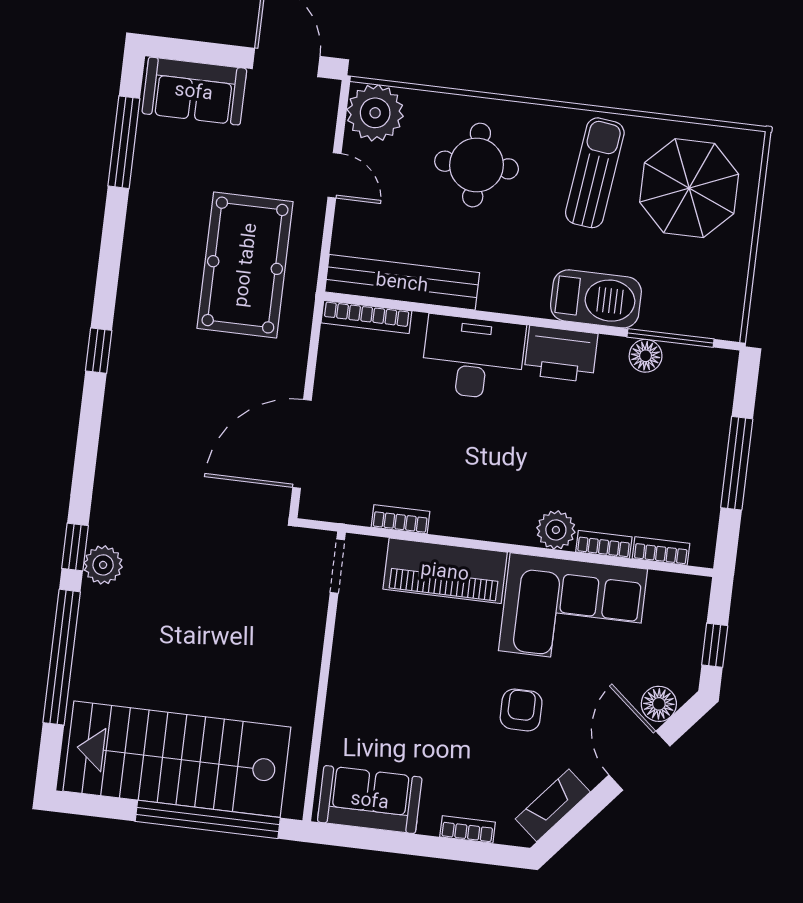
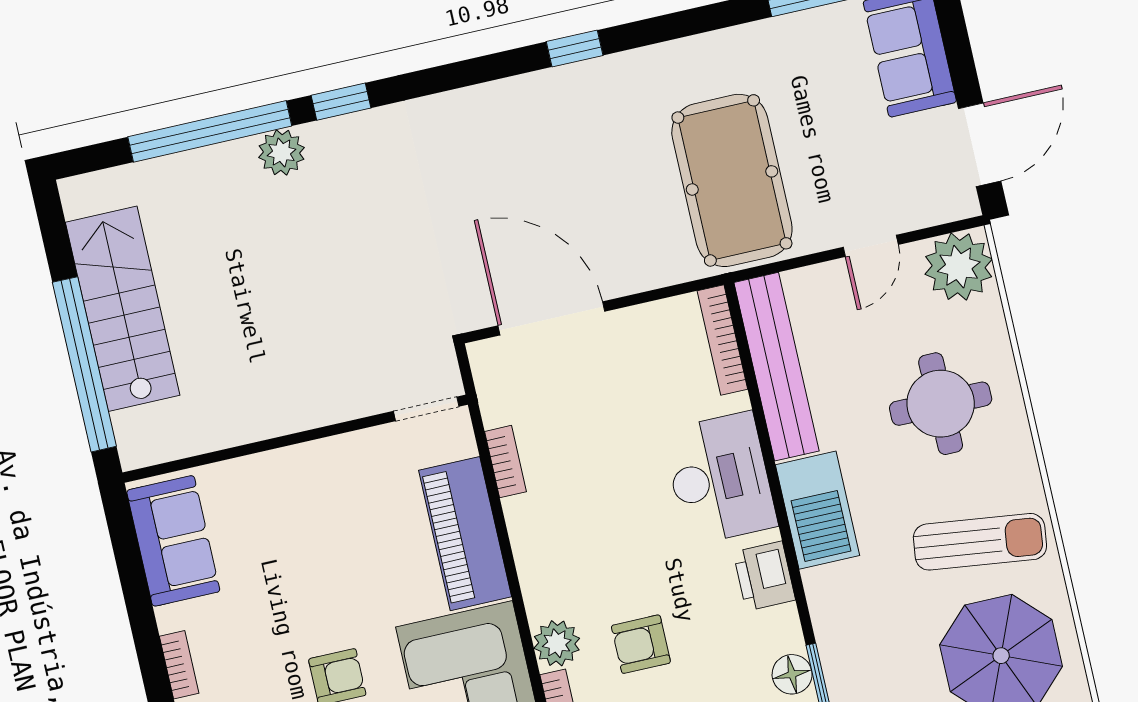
pool table: (245, 265) -> (732, 180), turned 90
barbecue: (596, 299) -> (818, 510), moved
printer: (561, 354) -> (764, 576), width x0.73, depth x0.84
armchair: (580, 465) -> (641, 644), added
plant: (103, 565) -> (281, 152), moved
stairs: (177, 759) -> (123, 309), width x0.73, depth x0.66

